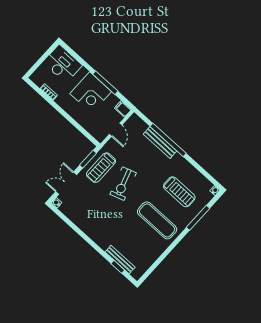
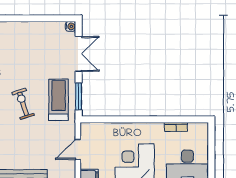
door: (116, 130) -> (78, 149), hinge flipped
exercise bike: (123, 184) -> (23, 104), width x0.73, depth x0.72

